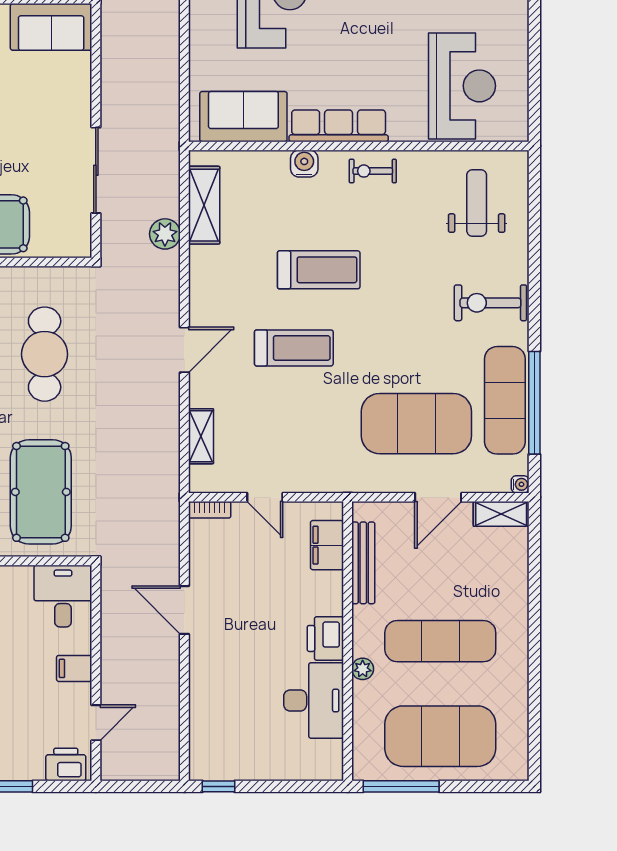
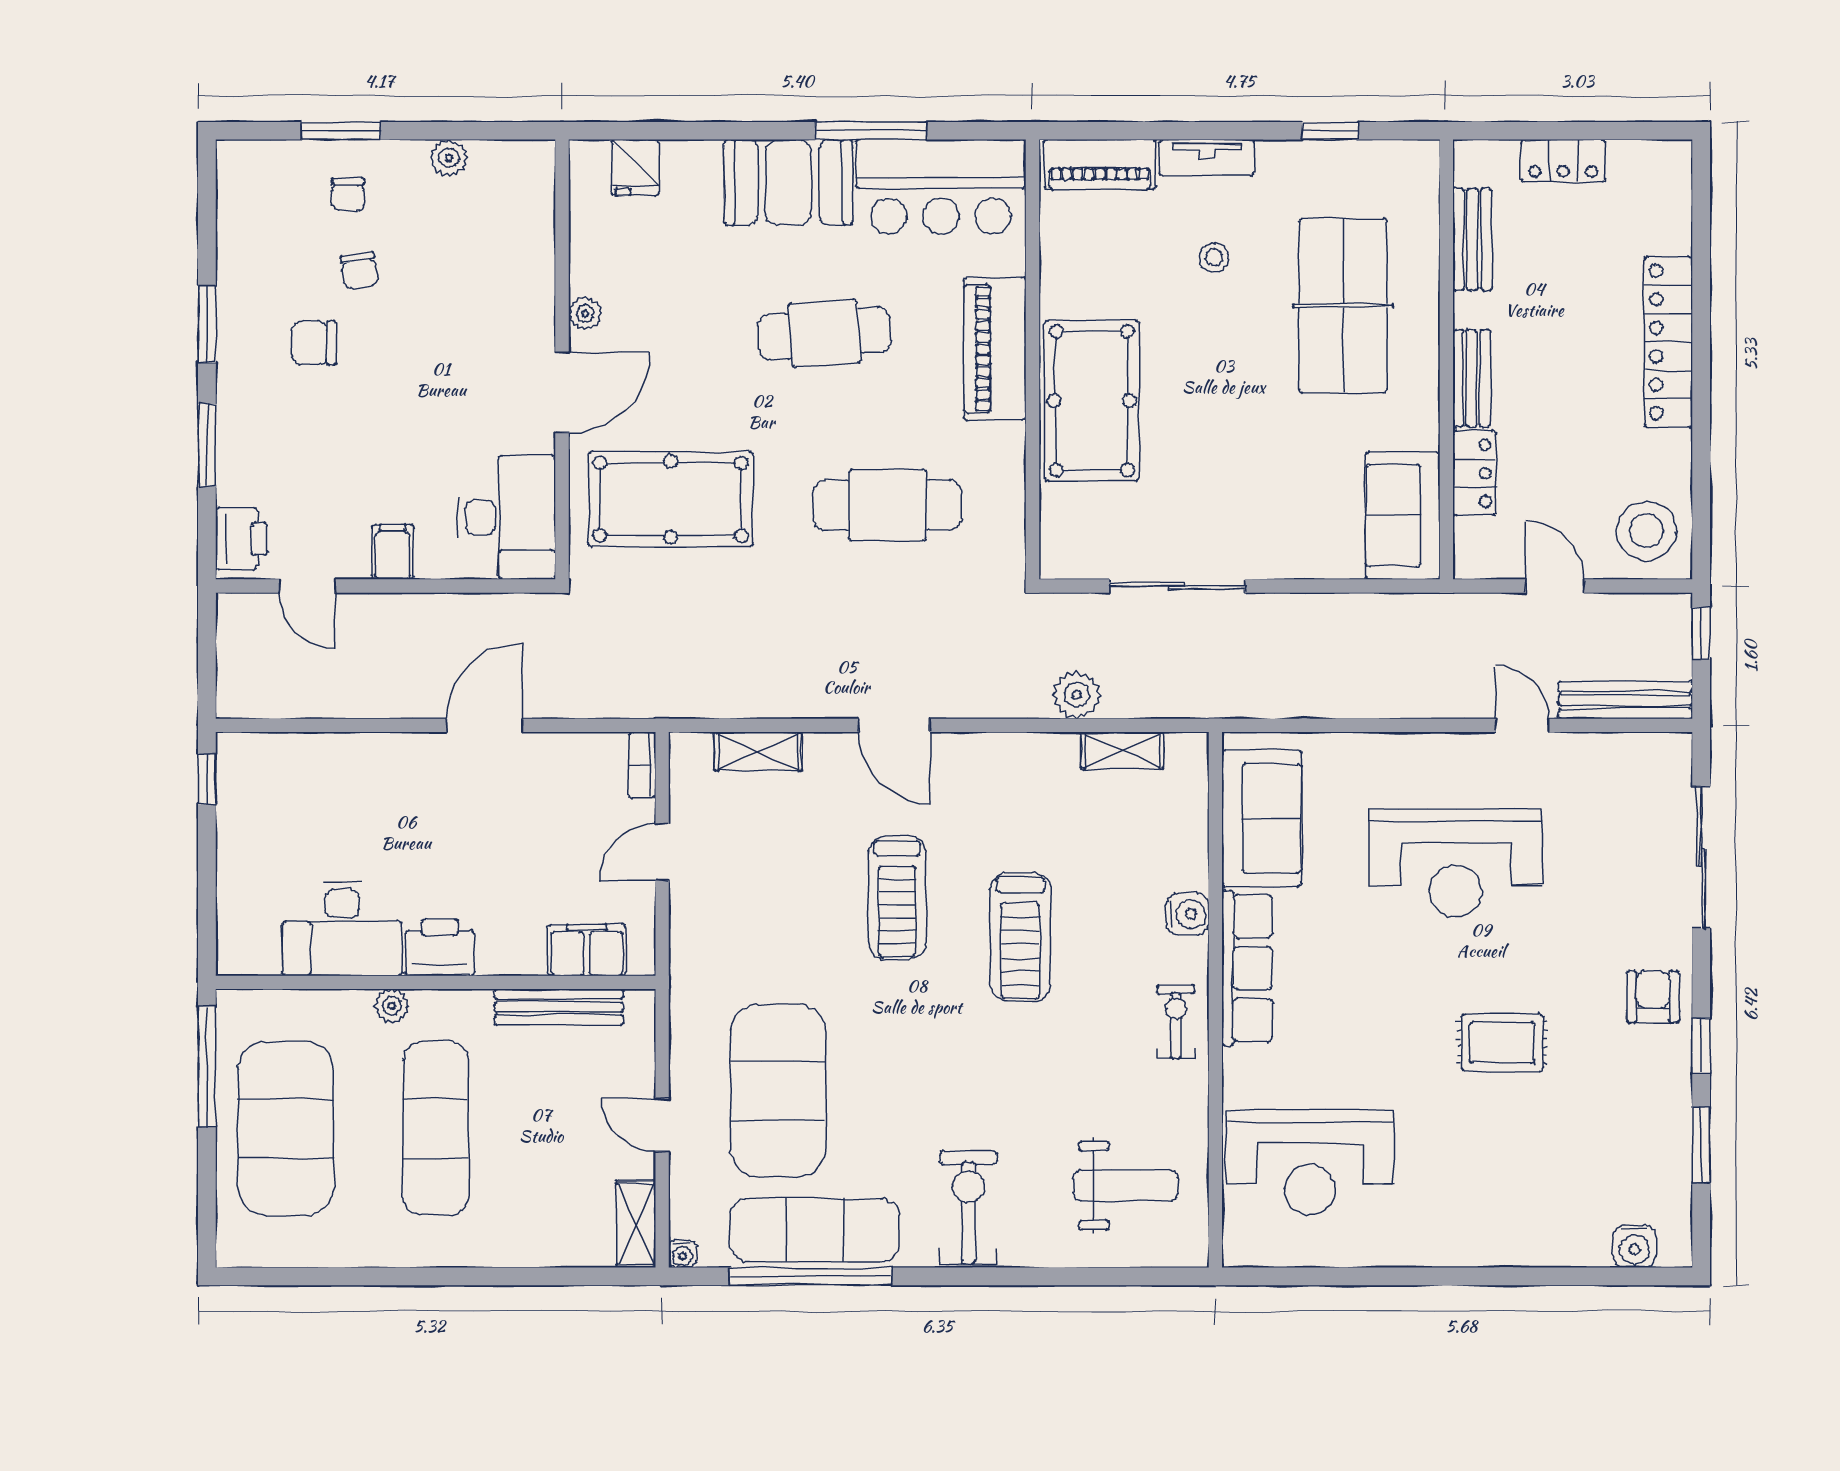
shelving: (204, 205) -> (1122, 750), width x0.67, depth x0.75
door: (438, 497) -> (662, 1125), width x0.73
desk: (63, 596) -> (507, 517), width x1.37

